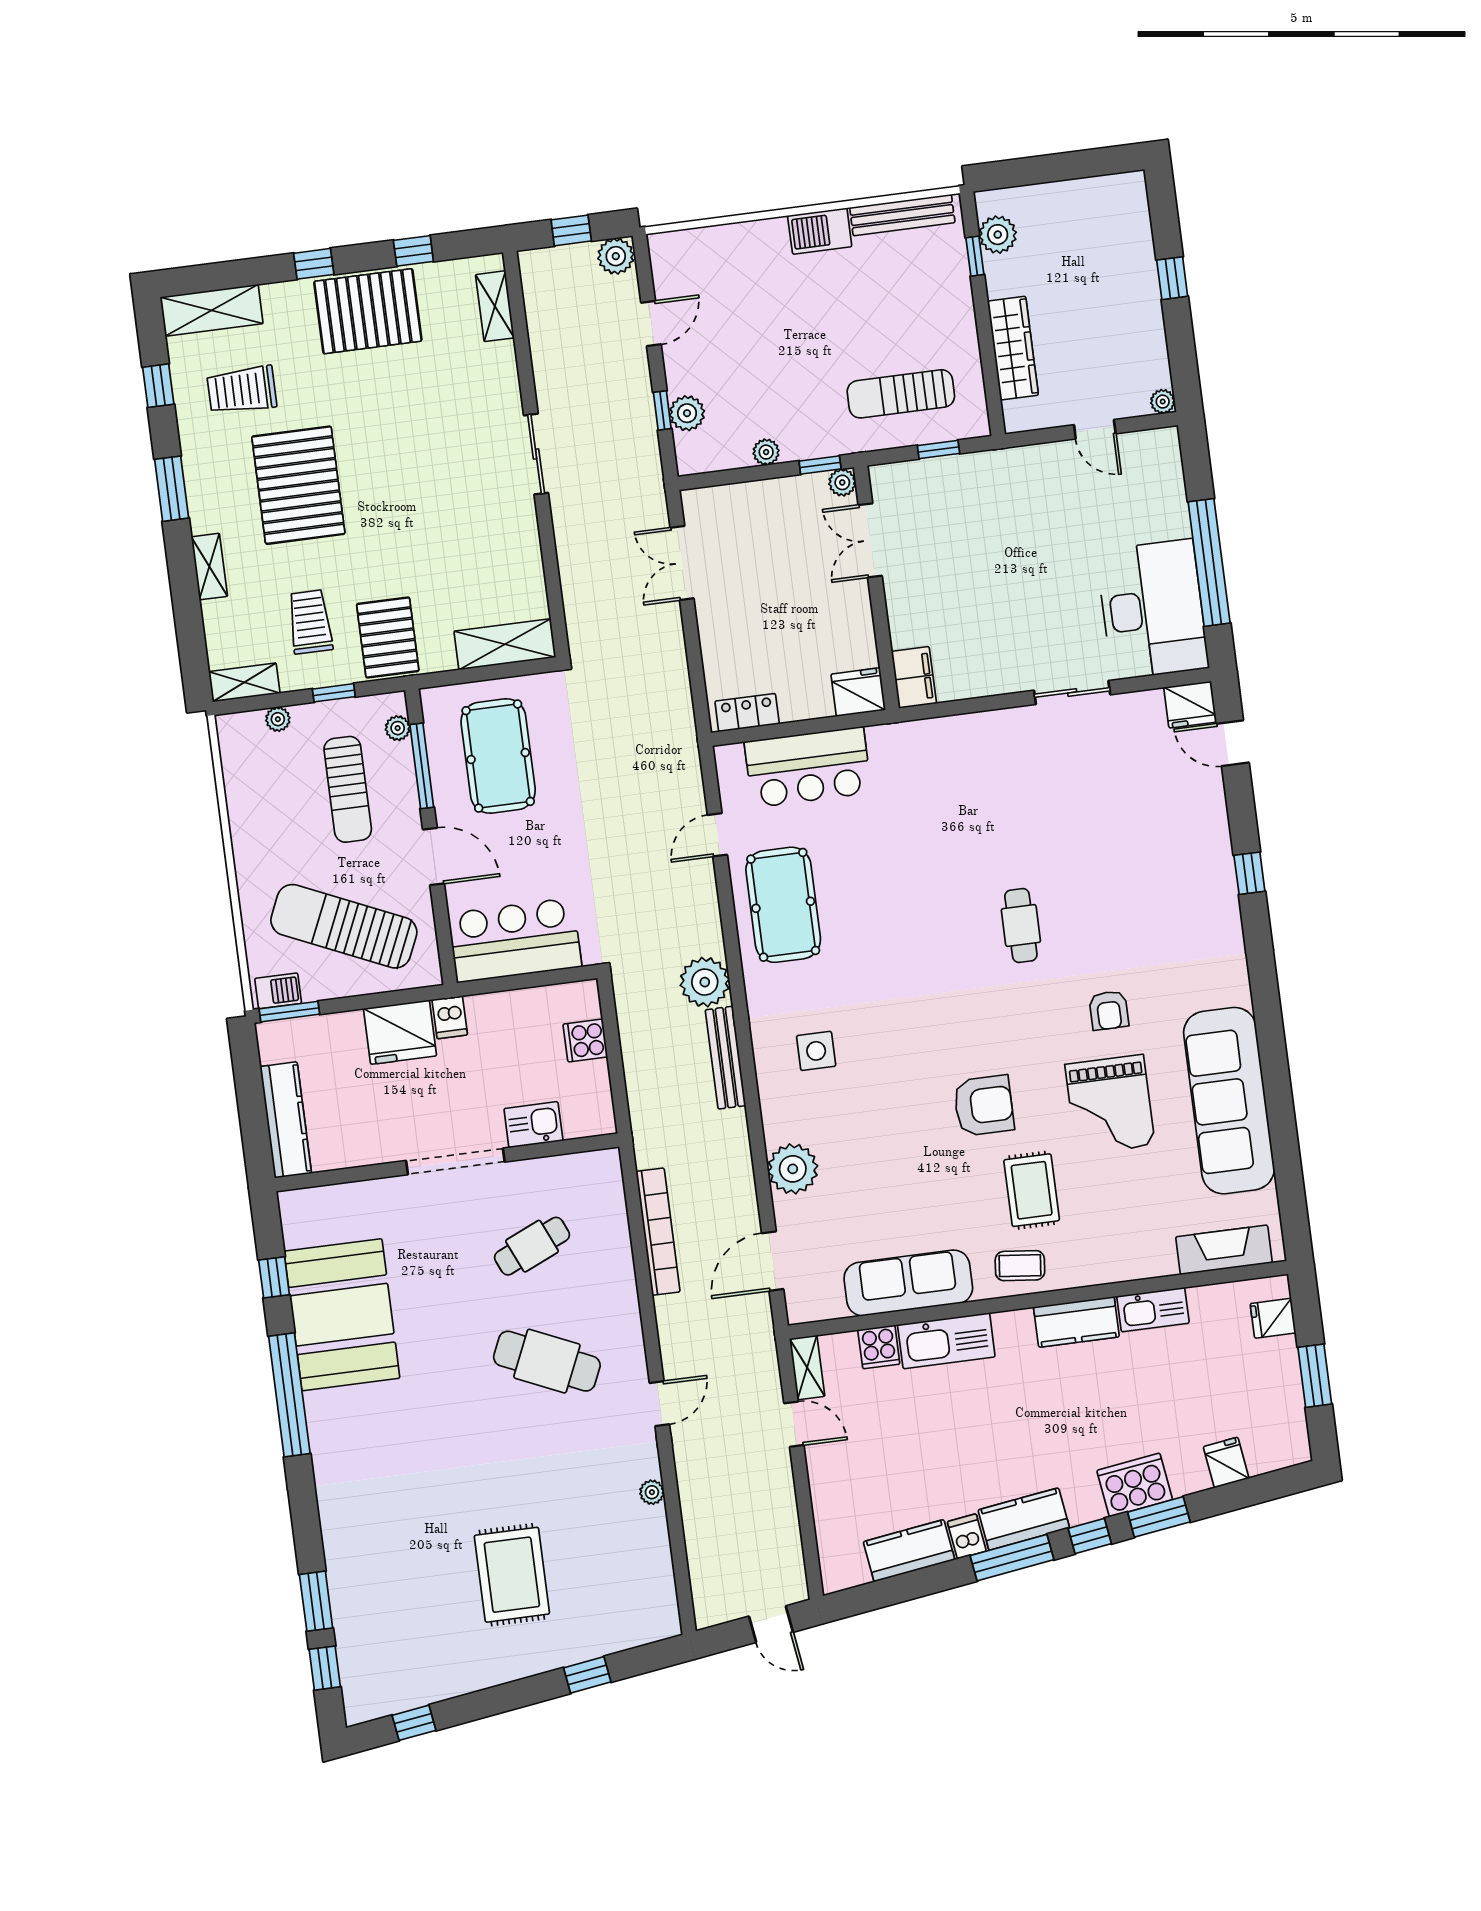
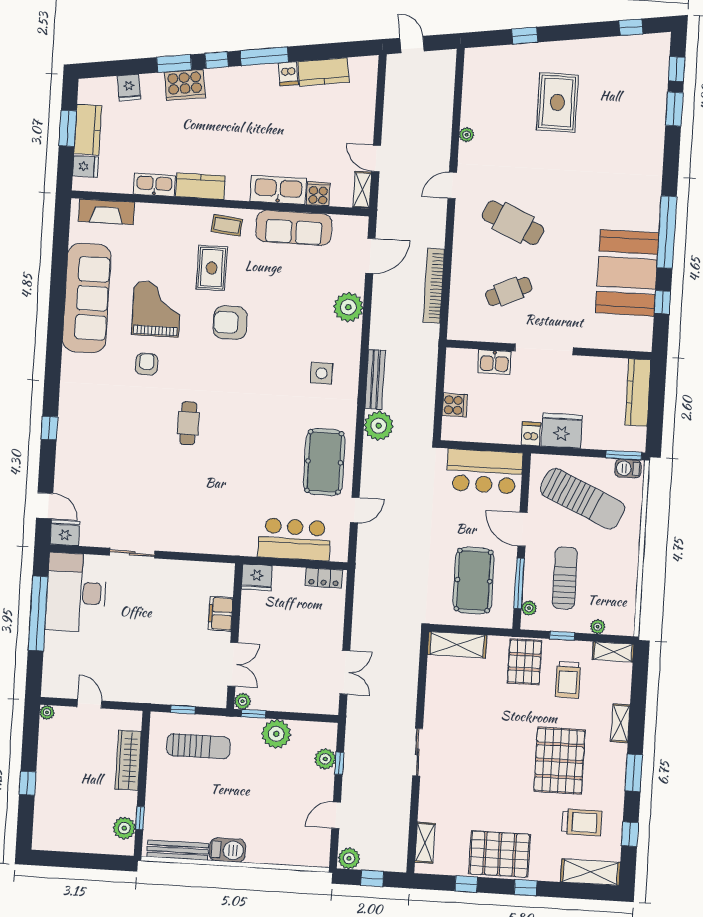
plant: (766, 452) -> (276, 734), width x1.88, depth x1.88
filing cabinet: (914, 677) -> (221, 614), moved
kitchen counter: (1024, 1519) -> (88, 130), moved, turned -82

